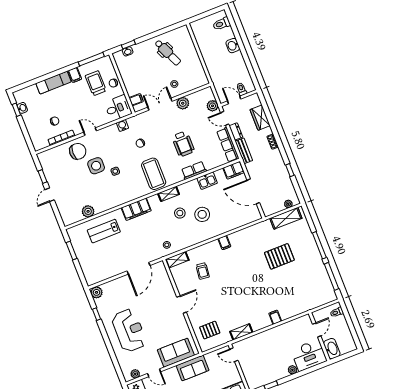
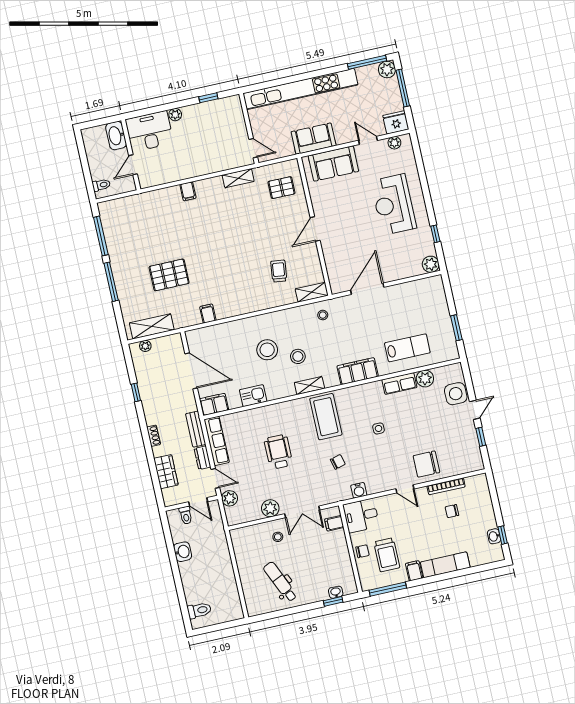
washbasin: (233, 46) -> (183, 552), moved
side table: (96, 166) -> (456, 394), moved
row of seats: (194, 170) -> (399, 384), moved
filing cabinet: (224, 243) -> (208, 314), moved

